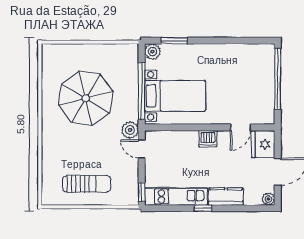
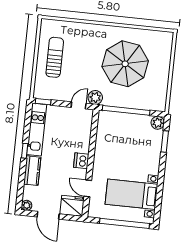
bed with nightstands: (175, 96) -> (132, 194), moved, turned 90
sun lounger: (87, 184) -> (55, 57), turned 180

